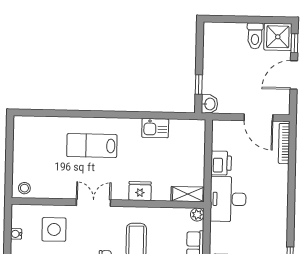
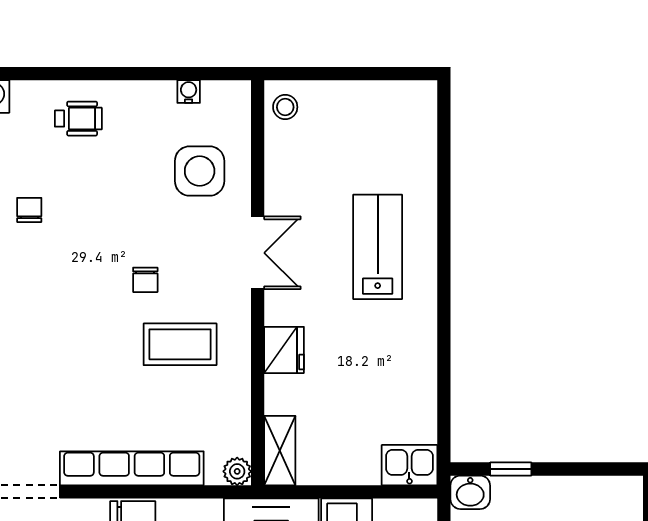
kitchen sink: (155, 128) -> (409, 465), moved, turned 90

